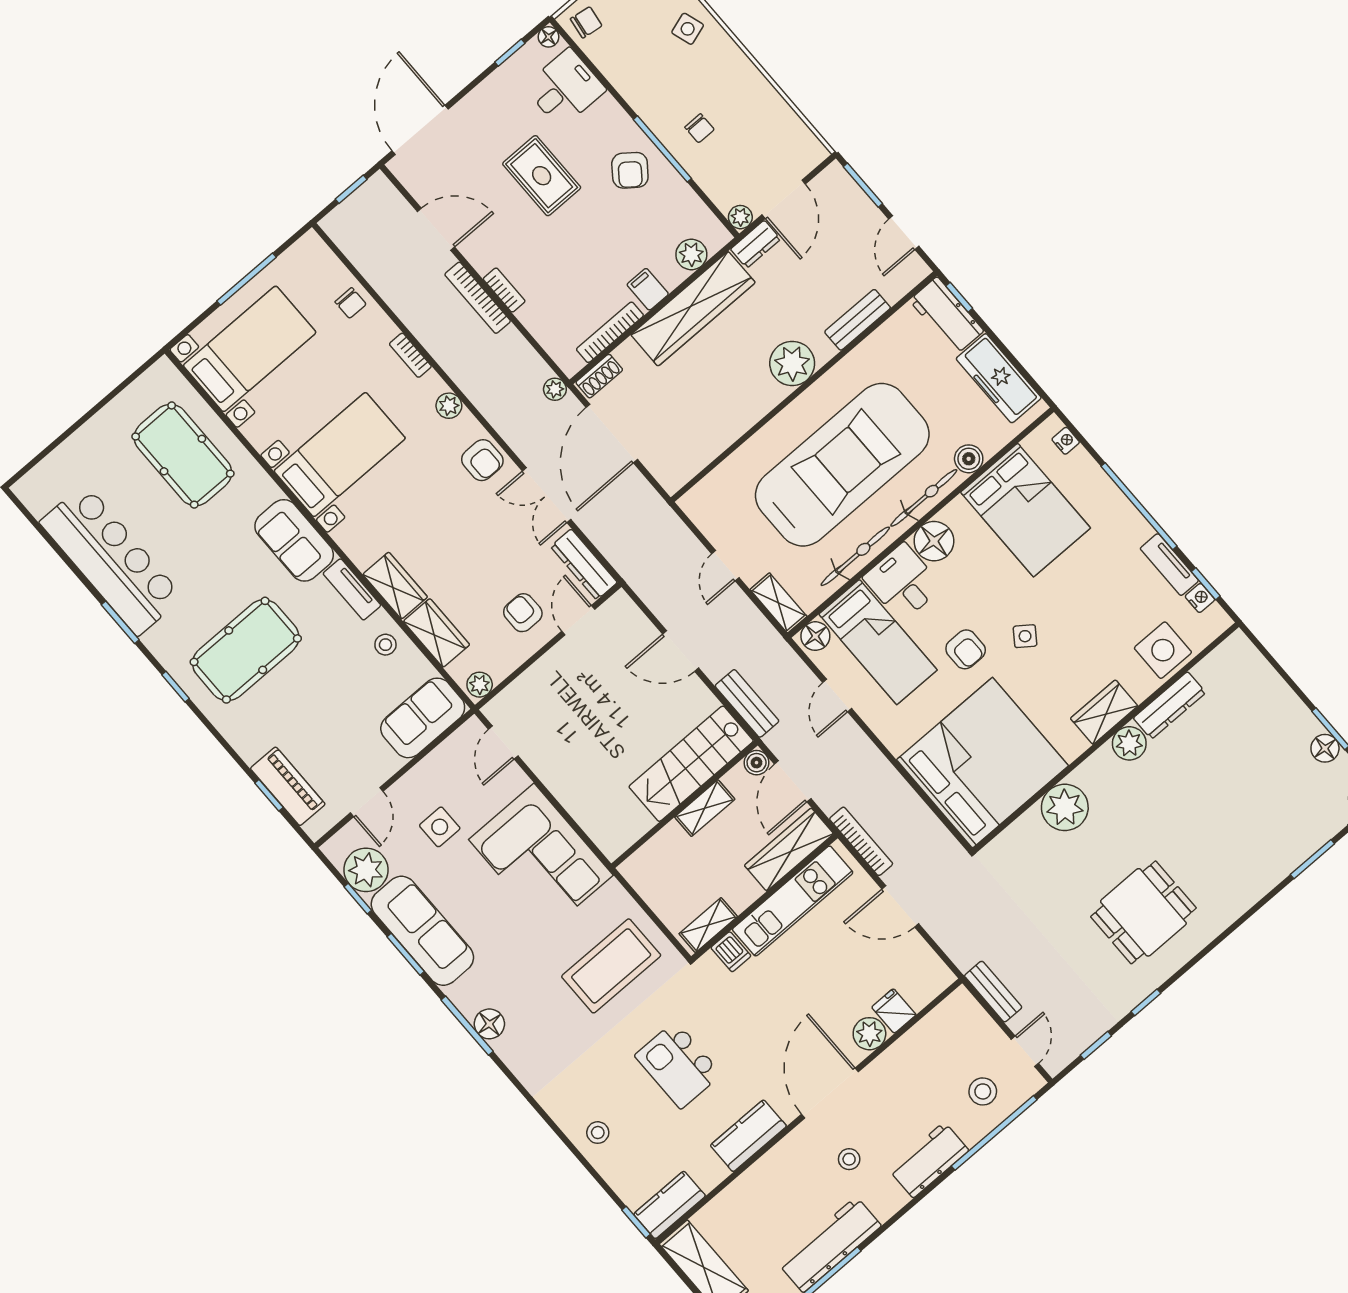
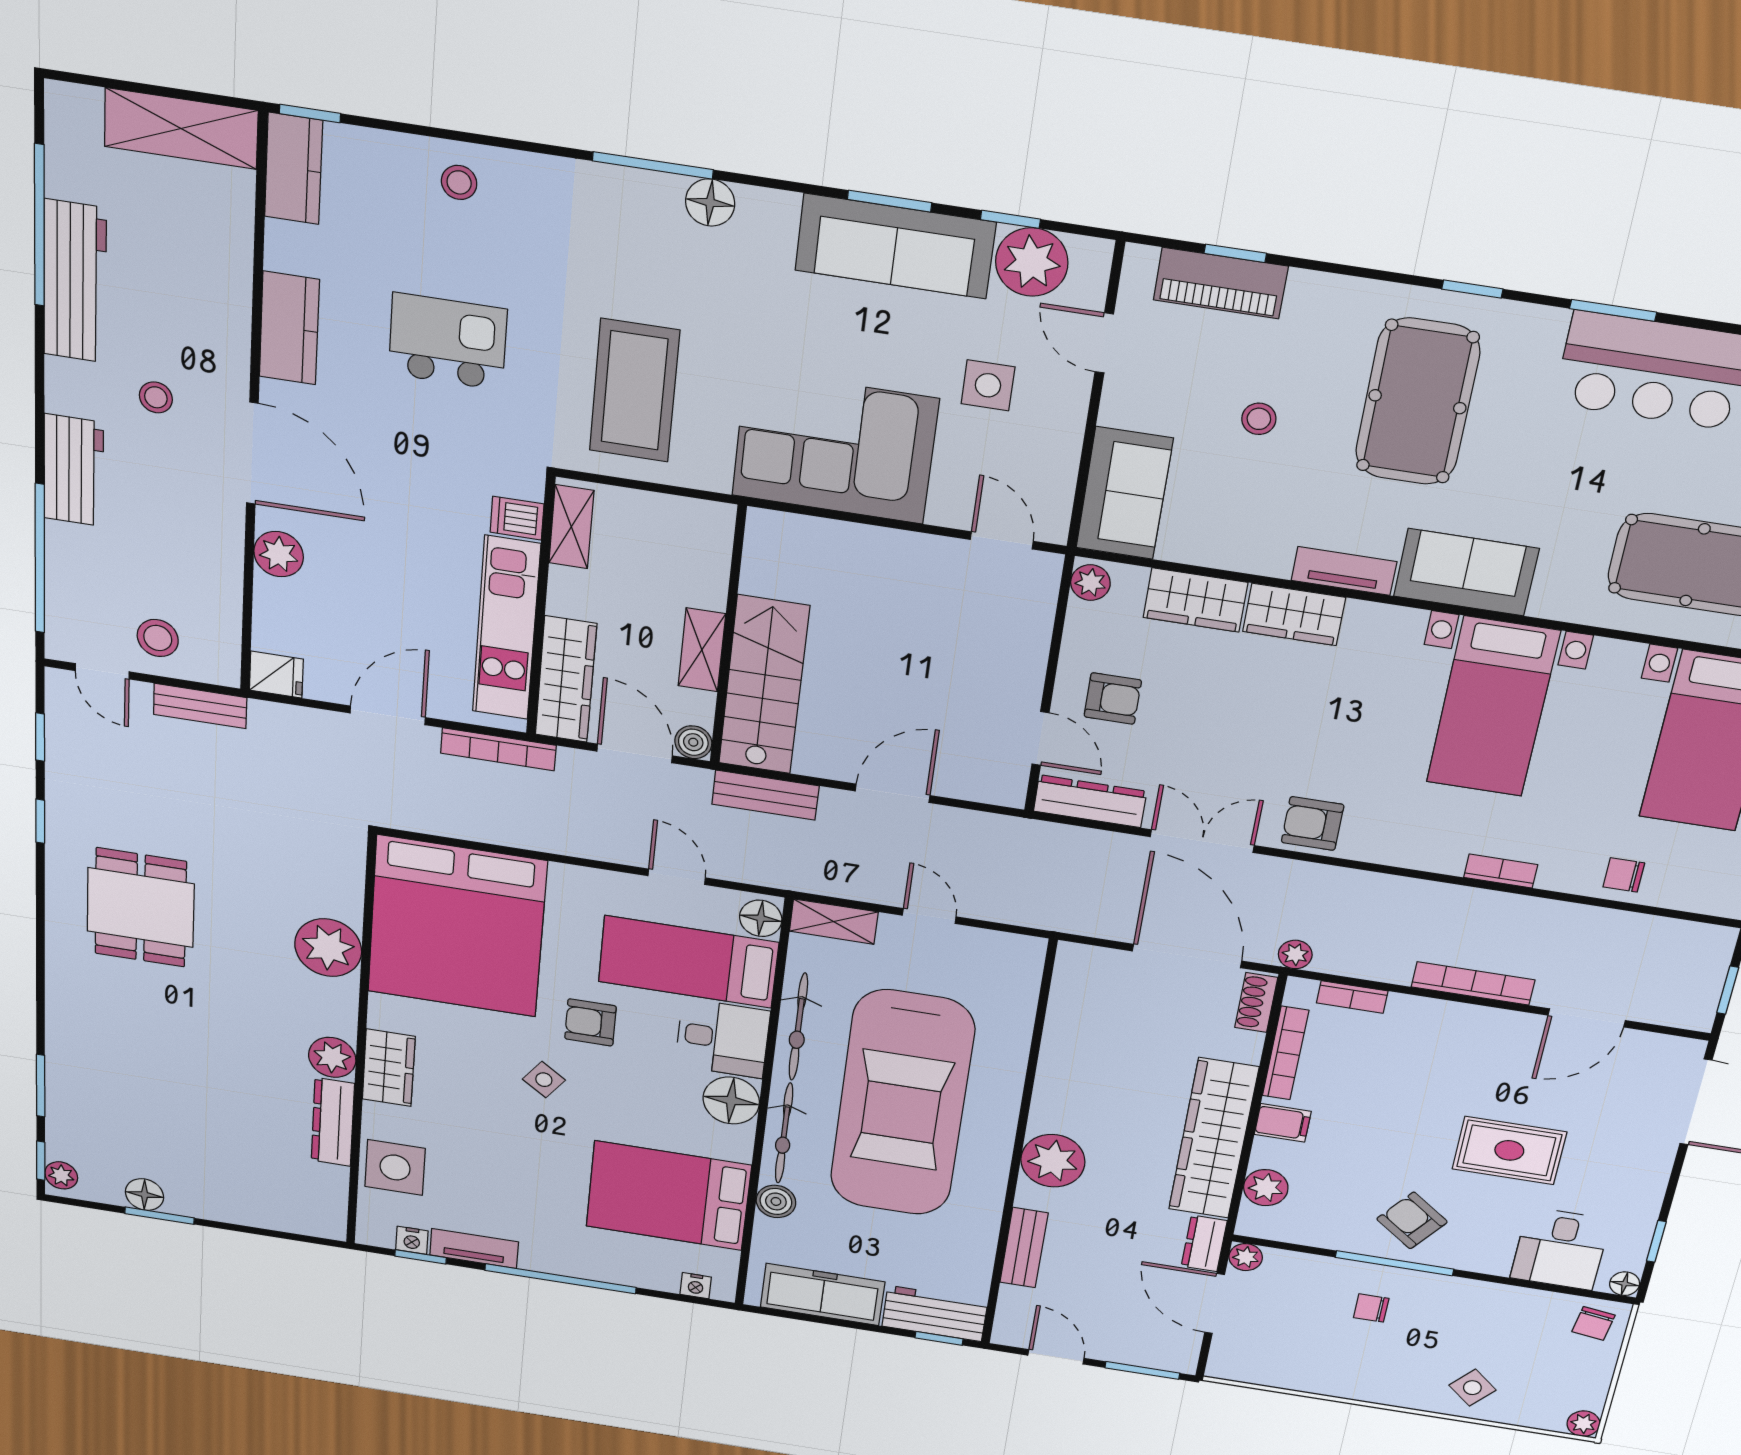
side table: (688, 29) -> (1472, 1388), turned -31
bookcase: (504, 290) -> (1352, 997), moved
plant: (449, 406) -> (1406, 851), removed
stool: (385, 645) -> (1259, 419), moved
fridge: (894, 1011) -> (276, 675), moved
window: (467, 1026) -> (653, 165), moved
stool: (983, 1091) -> (158, 638), moved

